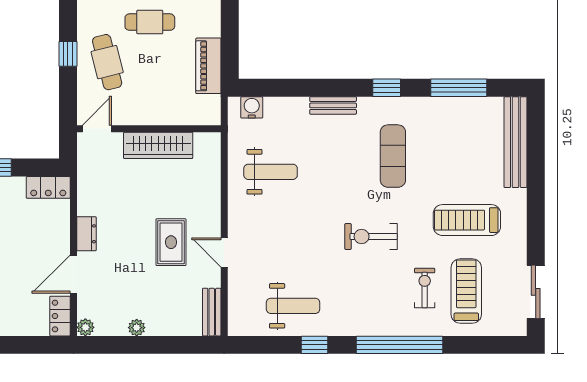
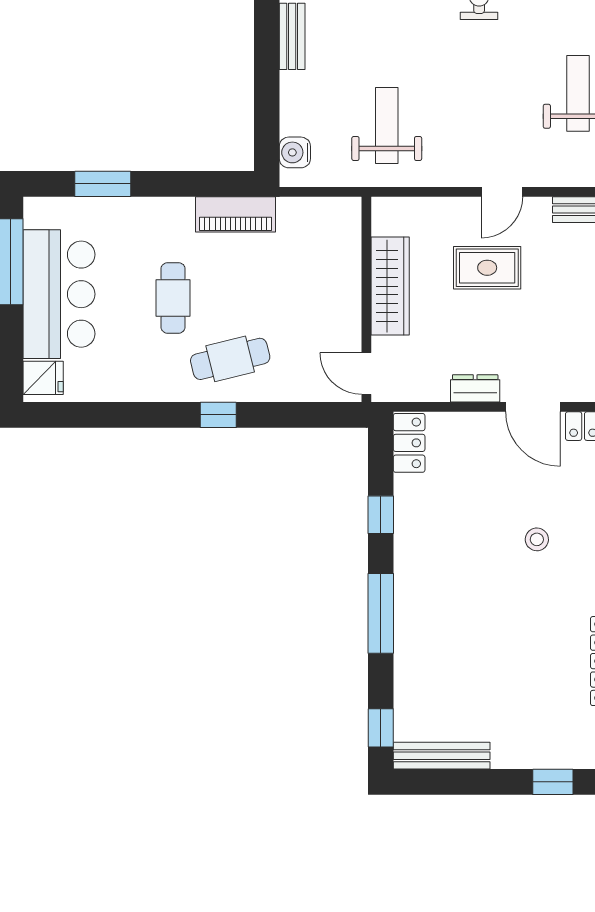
door: (97, 129) -> (366, 373), moved
wall: (149, 129) -> (366, 299), moved
wardrobe: (158, 145) -> (390, 286), moved

